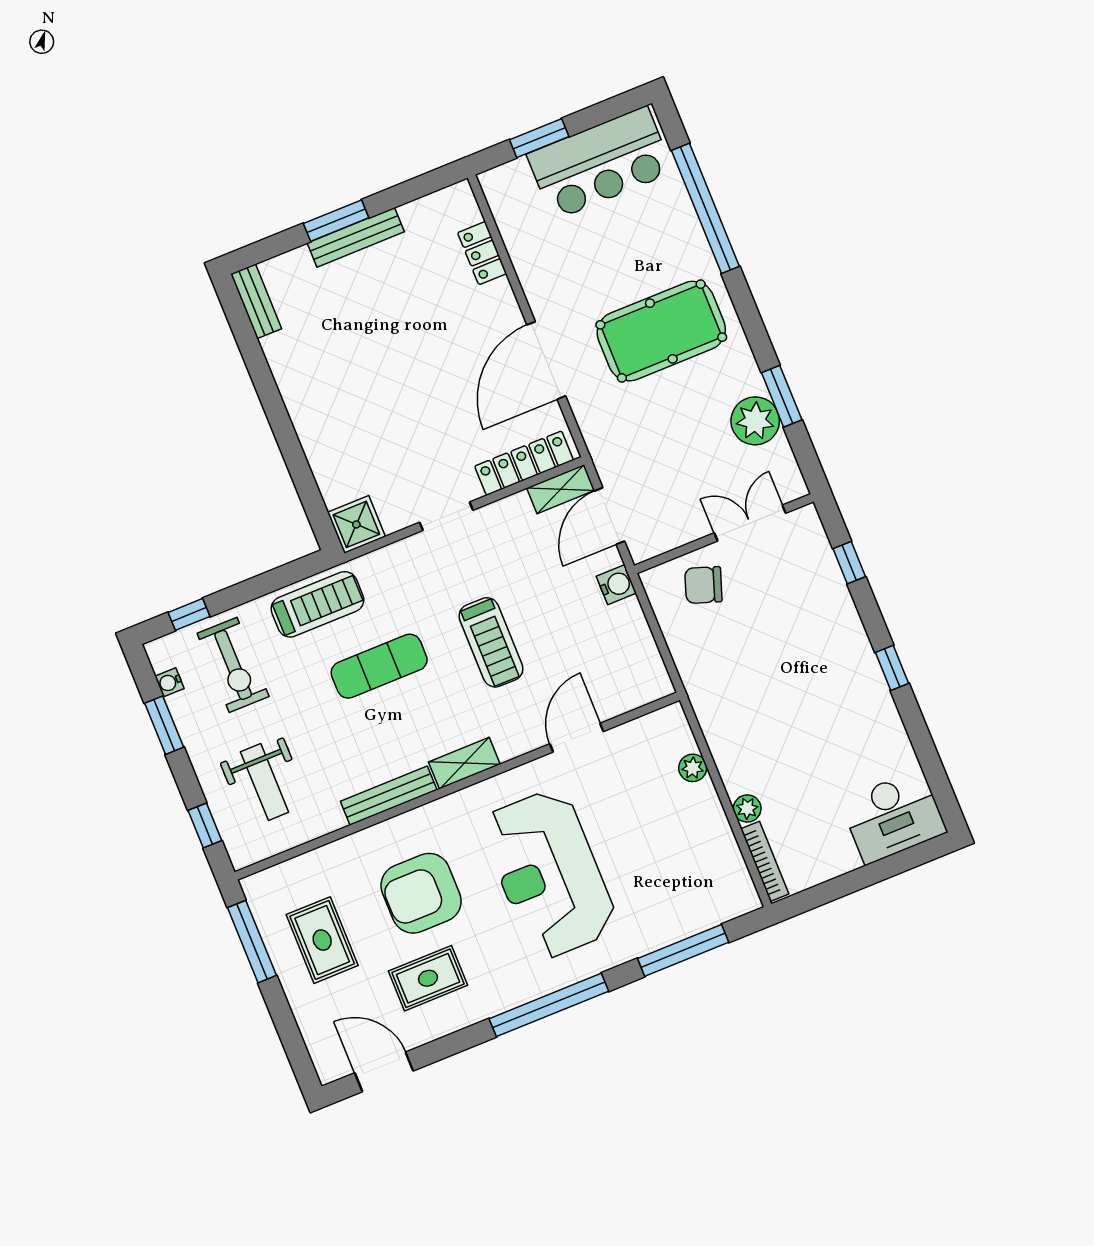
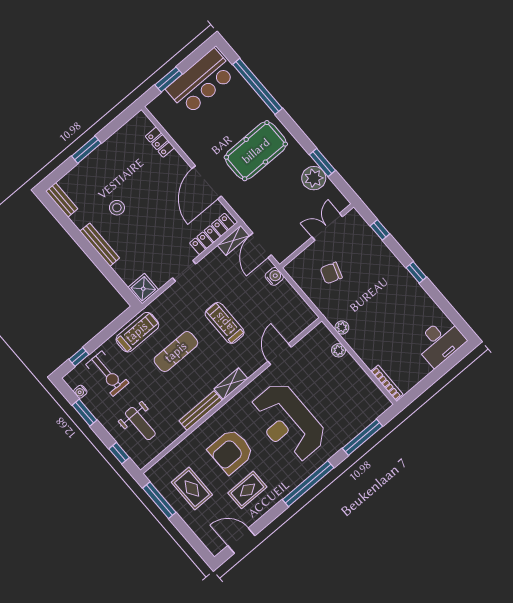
bench: (356, 237) -> (100, 245), moved, turned 90
stool: (358, 352) -> (117, 208), added
chair: (703, 585) -> (331, 273), moved
treadmill: (491, 642) -> (225, 323), turned 180
plant: (747, 808) -> (342, 328), moved

